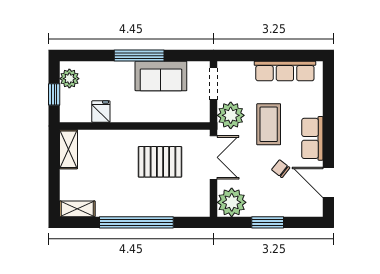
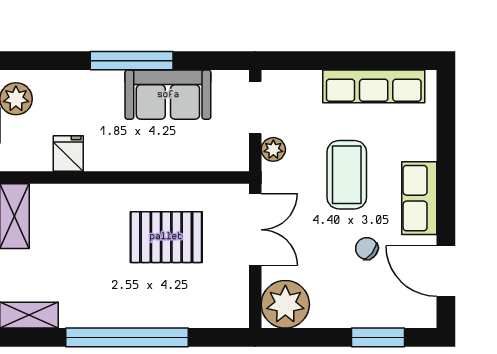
plant: (231, 115) -> (273, 149), width x0.53, depth x0.53
window: (268, 222) -> (378, 337), moved

